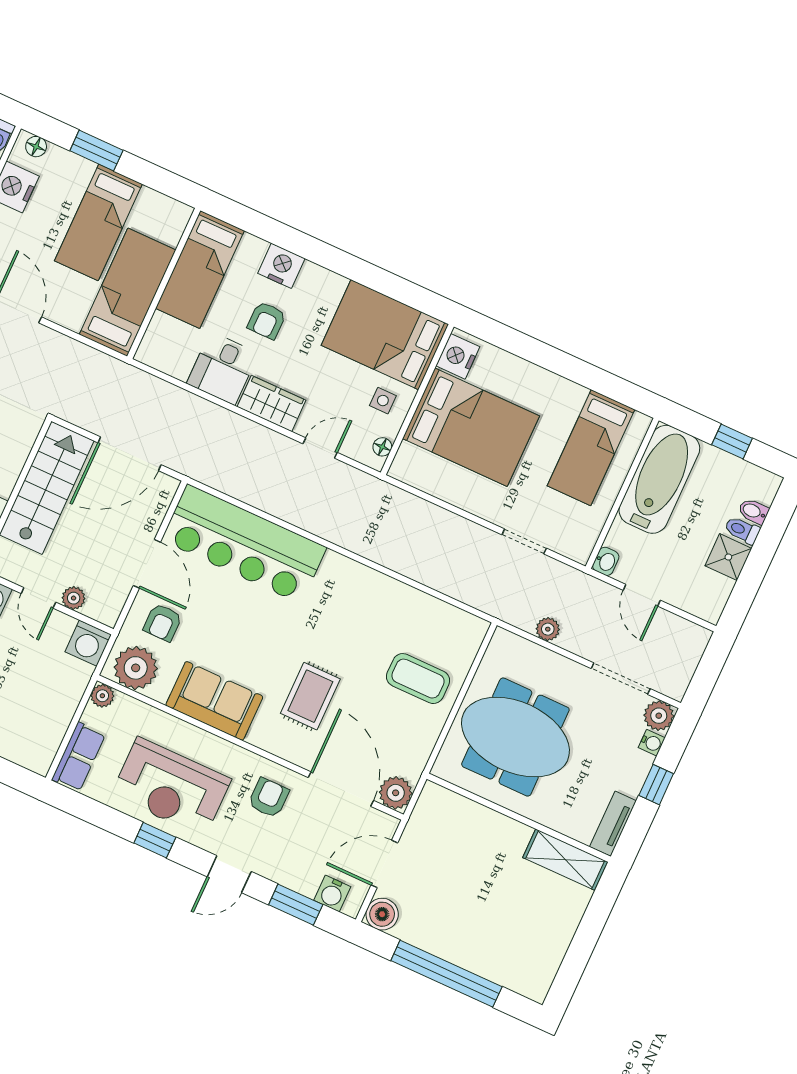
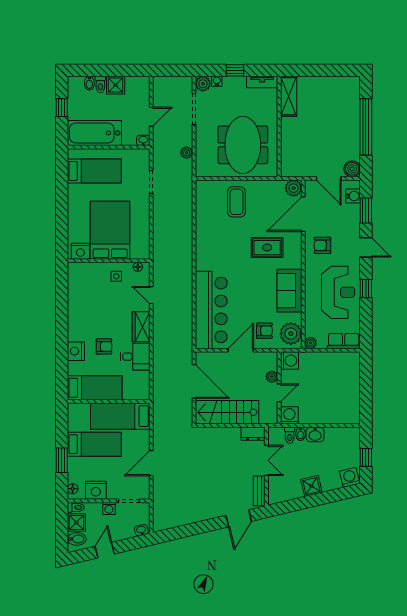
bed: (385, 335) -> (86, 289), removed

